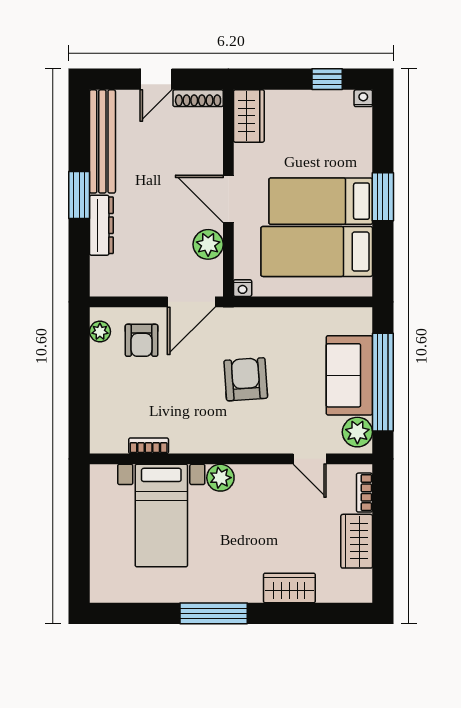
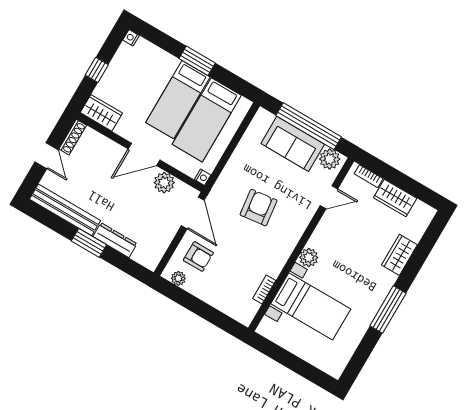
window: (327, 79) -> (97, 70), moved
armchair: (246, 379) -> (259, 208), turned 87

